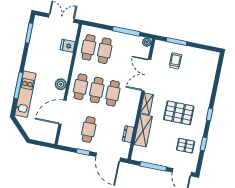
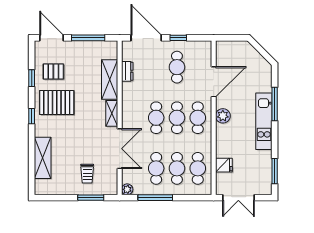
cafe table: (121, 54) -> (156, 168), added
shelving: (208, 80) -> (43, 158), added
kitchen unit: (25, 94) -> (264, 121), moved
pallet: (179, 113) -> (57, 102), moved

